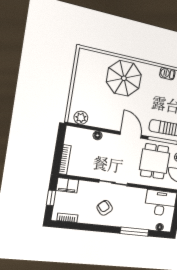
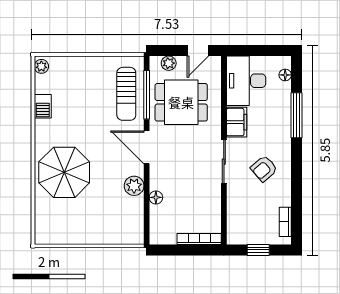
plant: (81, 118) -> (134, 186), moved
door: (131, 135) -> (147, 147), hinge flipped
filing cabinet: (67, 185) -> (237, 122), moved

